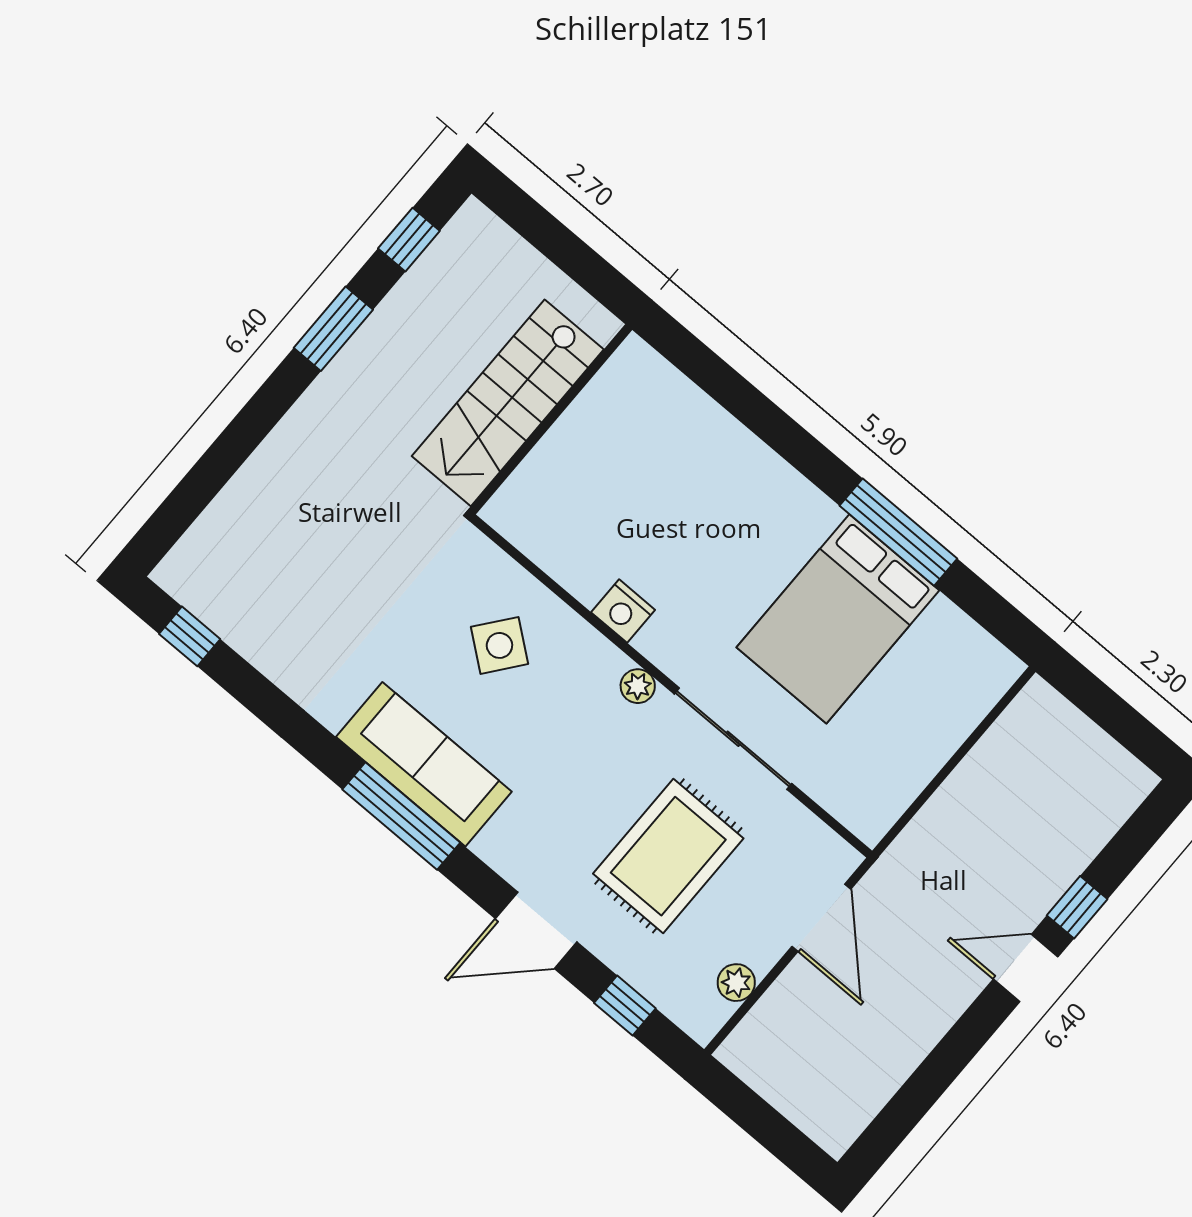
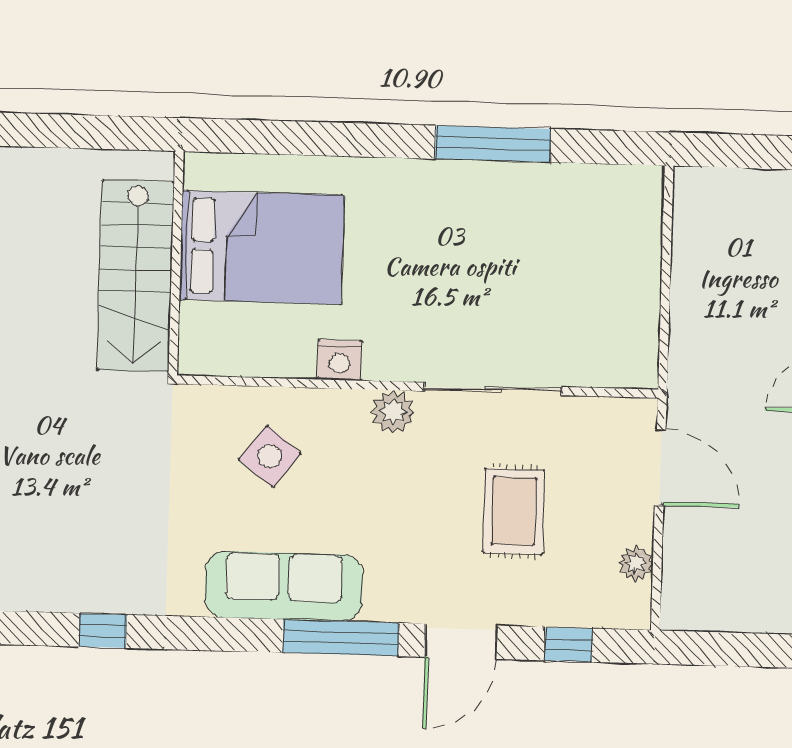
bed: (838, 619) -> (262, 247), moved, turned -90
window: (190, 636) -> (103, 631), moved
plant: (638, 686) -> (393, 412), width x1.38, depth x1.38
window: (401, 816) -> (341, 638), moved
rug: (668, 856) -> (514, 511), width x0.73, depth x0.70

